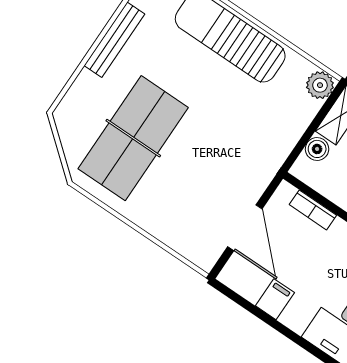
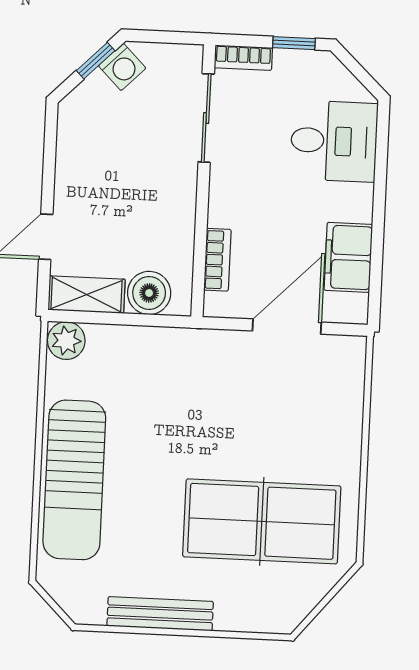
boiler: (317, 149) -> (149, 293), width x1.36, depth x1.36
filing cabinet: (275, 299) -> (348, 257), width x2.00

